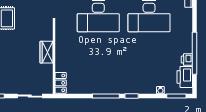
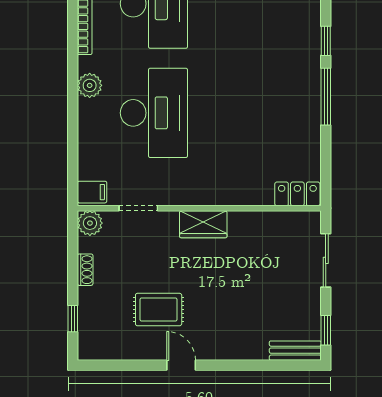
wardrobe: (47, 52) -> (203, 224), moved

